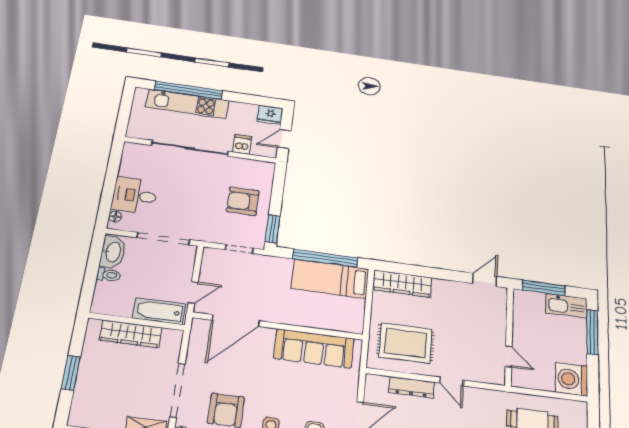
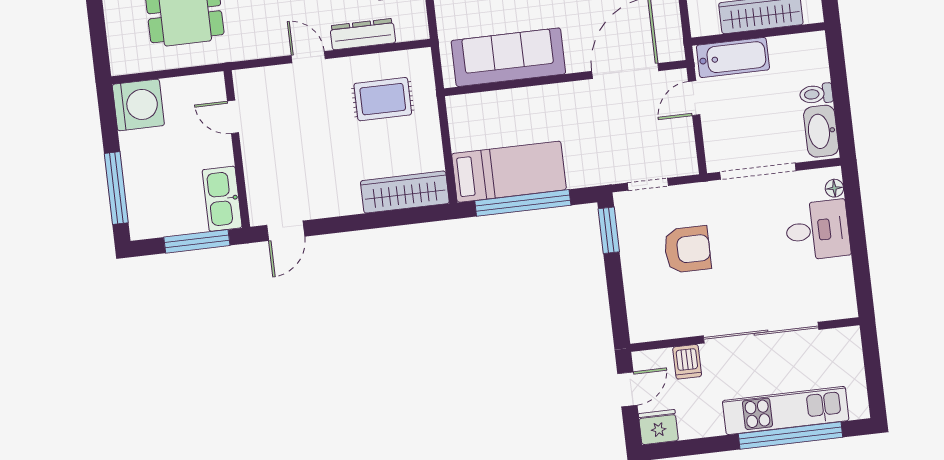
armchair: (243, 201) -> (687, 249), moved
kitchen sink: (566, 306) -> (222, 199), moved, turned -90
rug: (406, 343) -> (383, 99), width x0.73, depth x0.70

